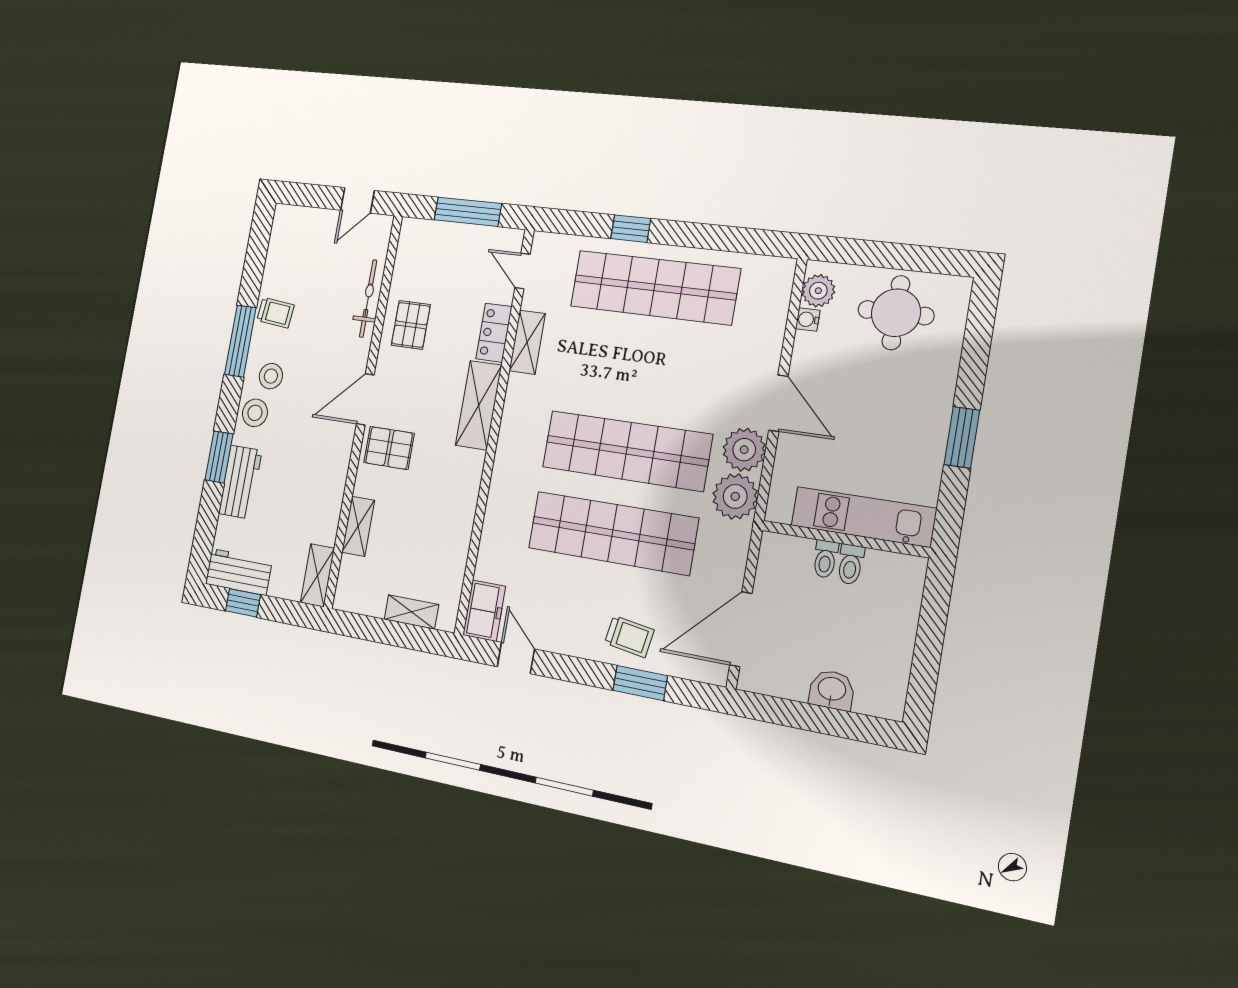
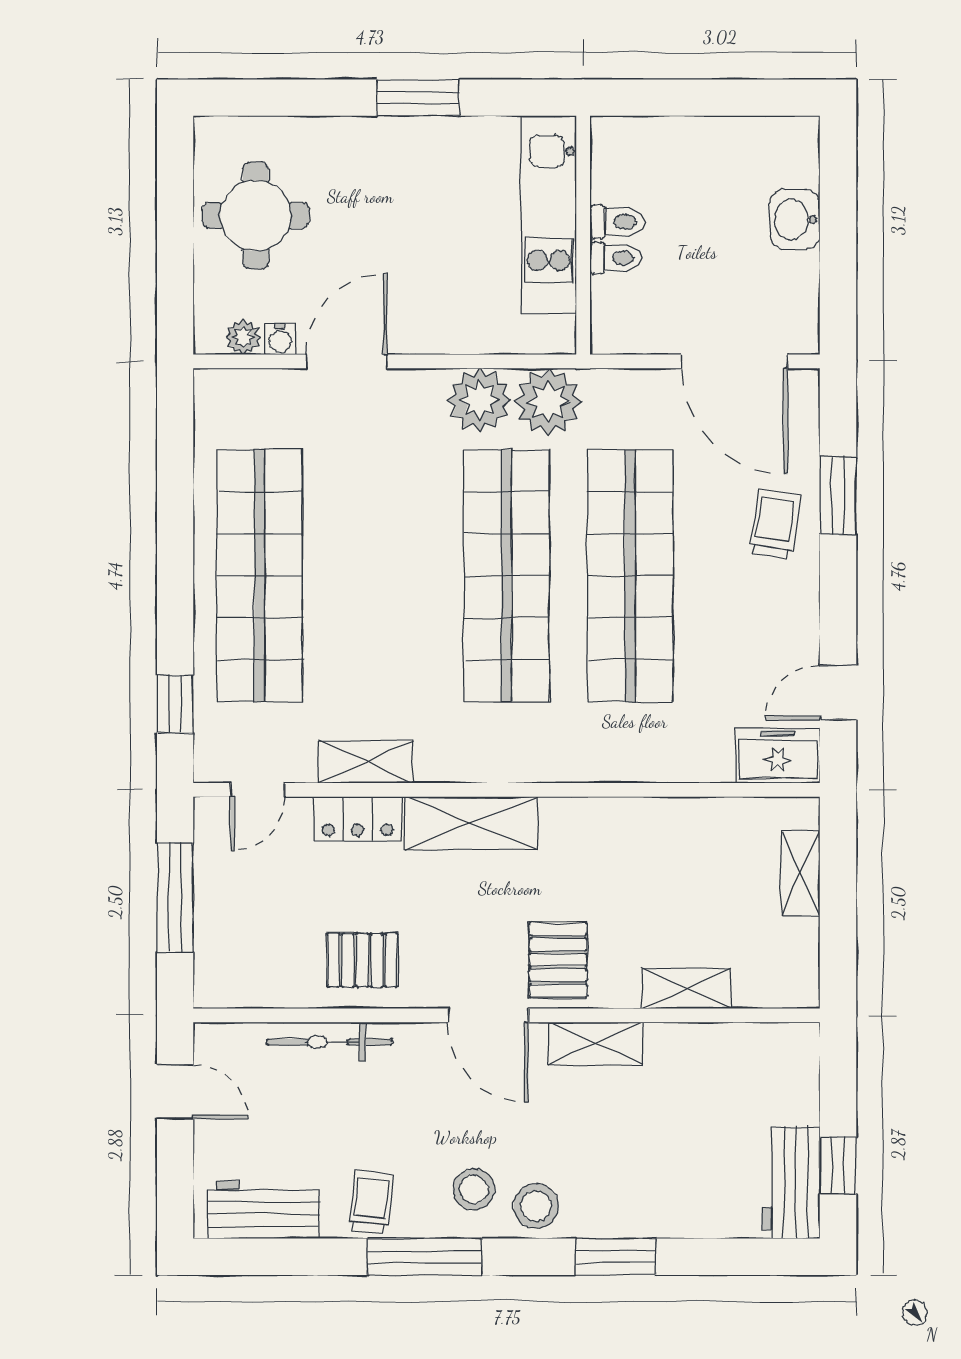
window: (631, 229) -> (175, 704), moved
plant: (818, 291) -> (243, 337), width x0.73, depth x0.73
door: (778, 403) -> (347, 361), moved
workbench: (240, 482) -> (264, 1210), moved
shelving: (317, 575) -> (595, 1043), moved

